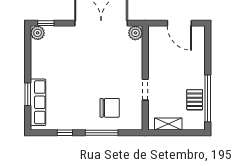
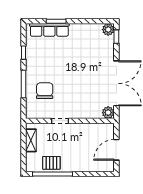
chair: (110, 108) -> (45, 91), turned 180

